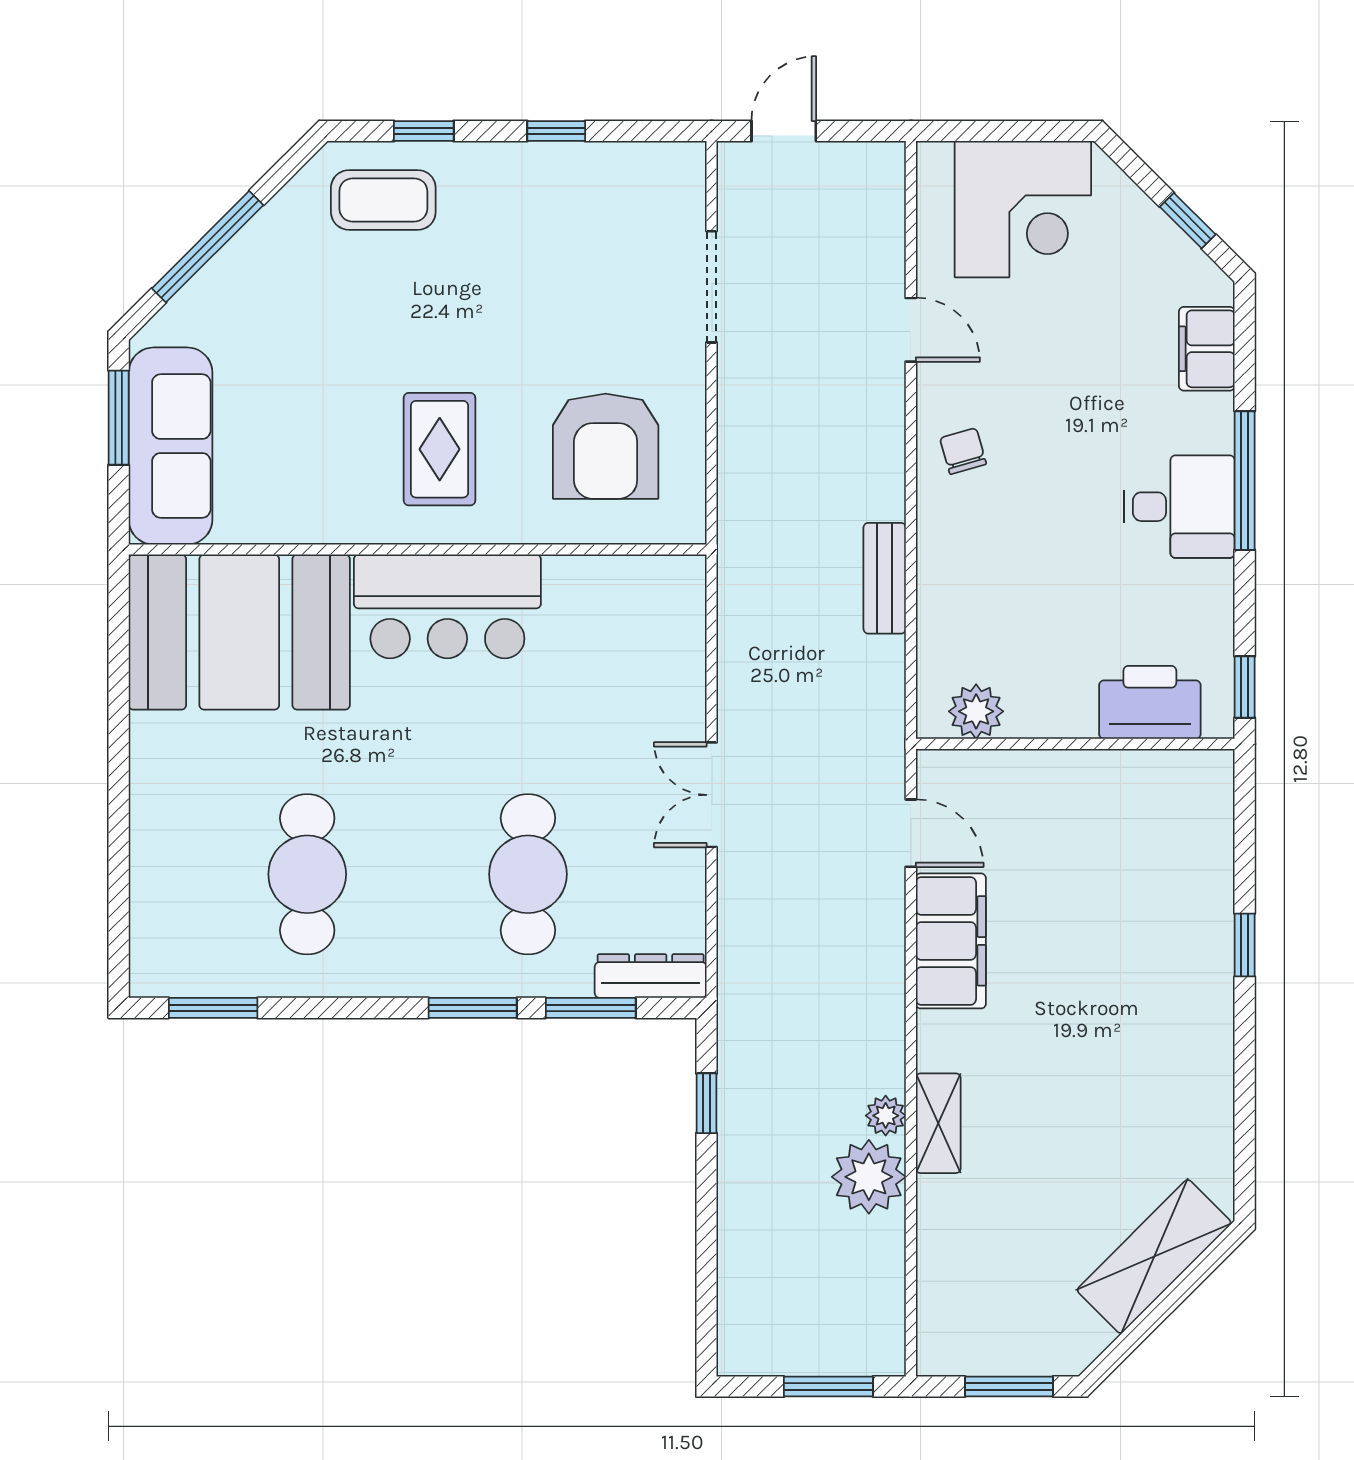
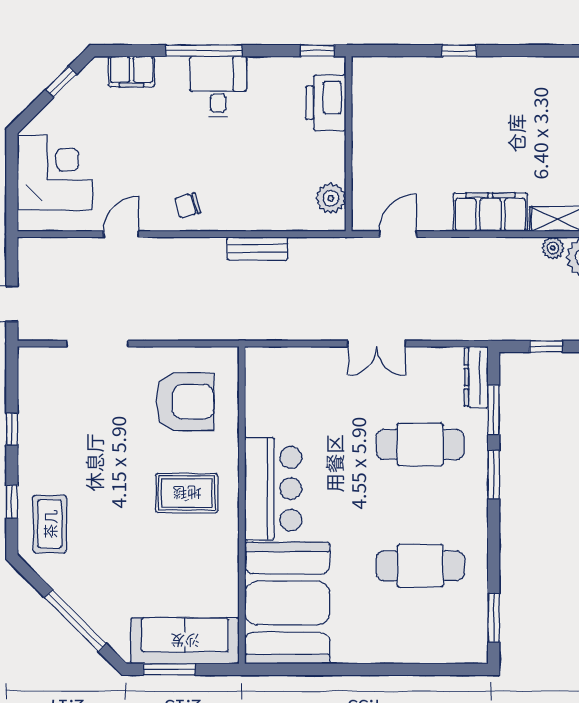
filing cabinet: (951, 941) -> (490, 212), moved

